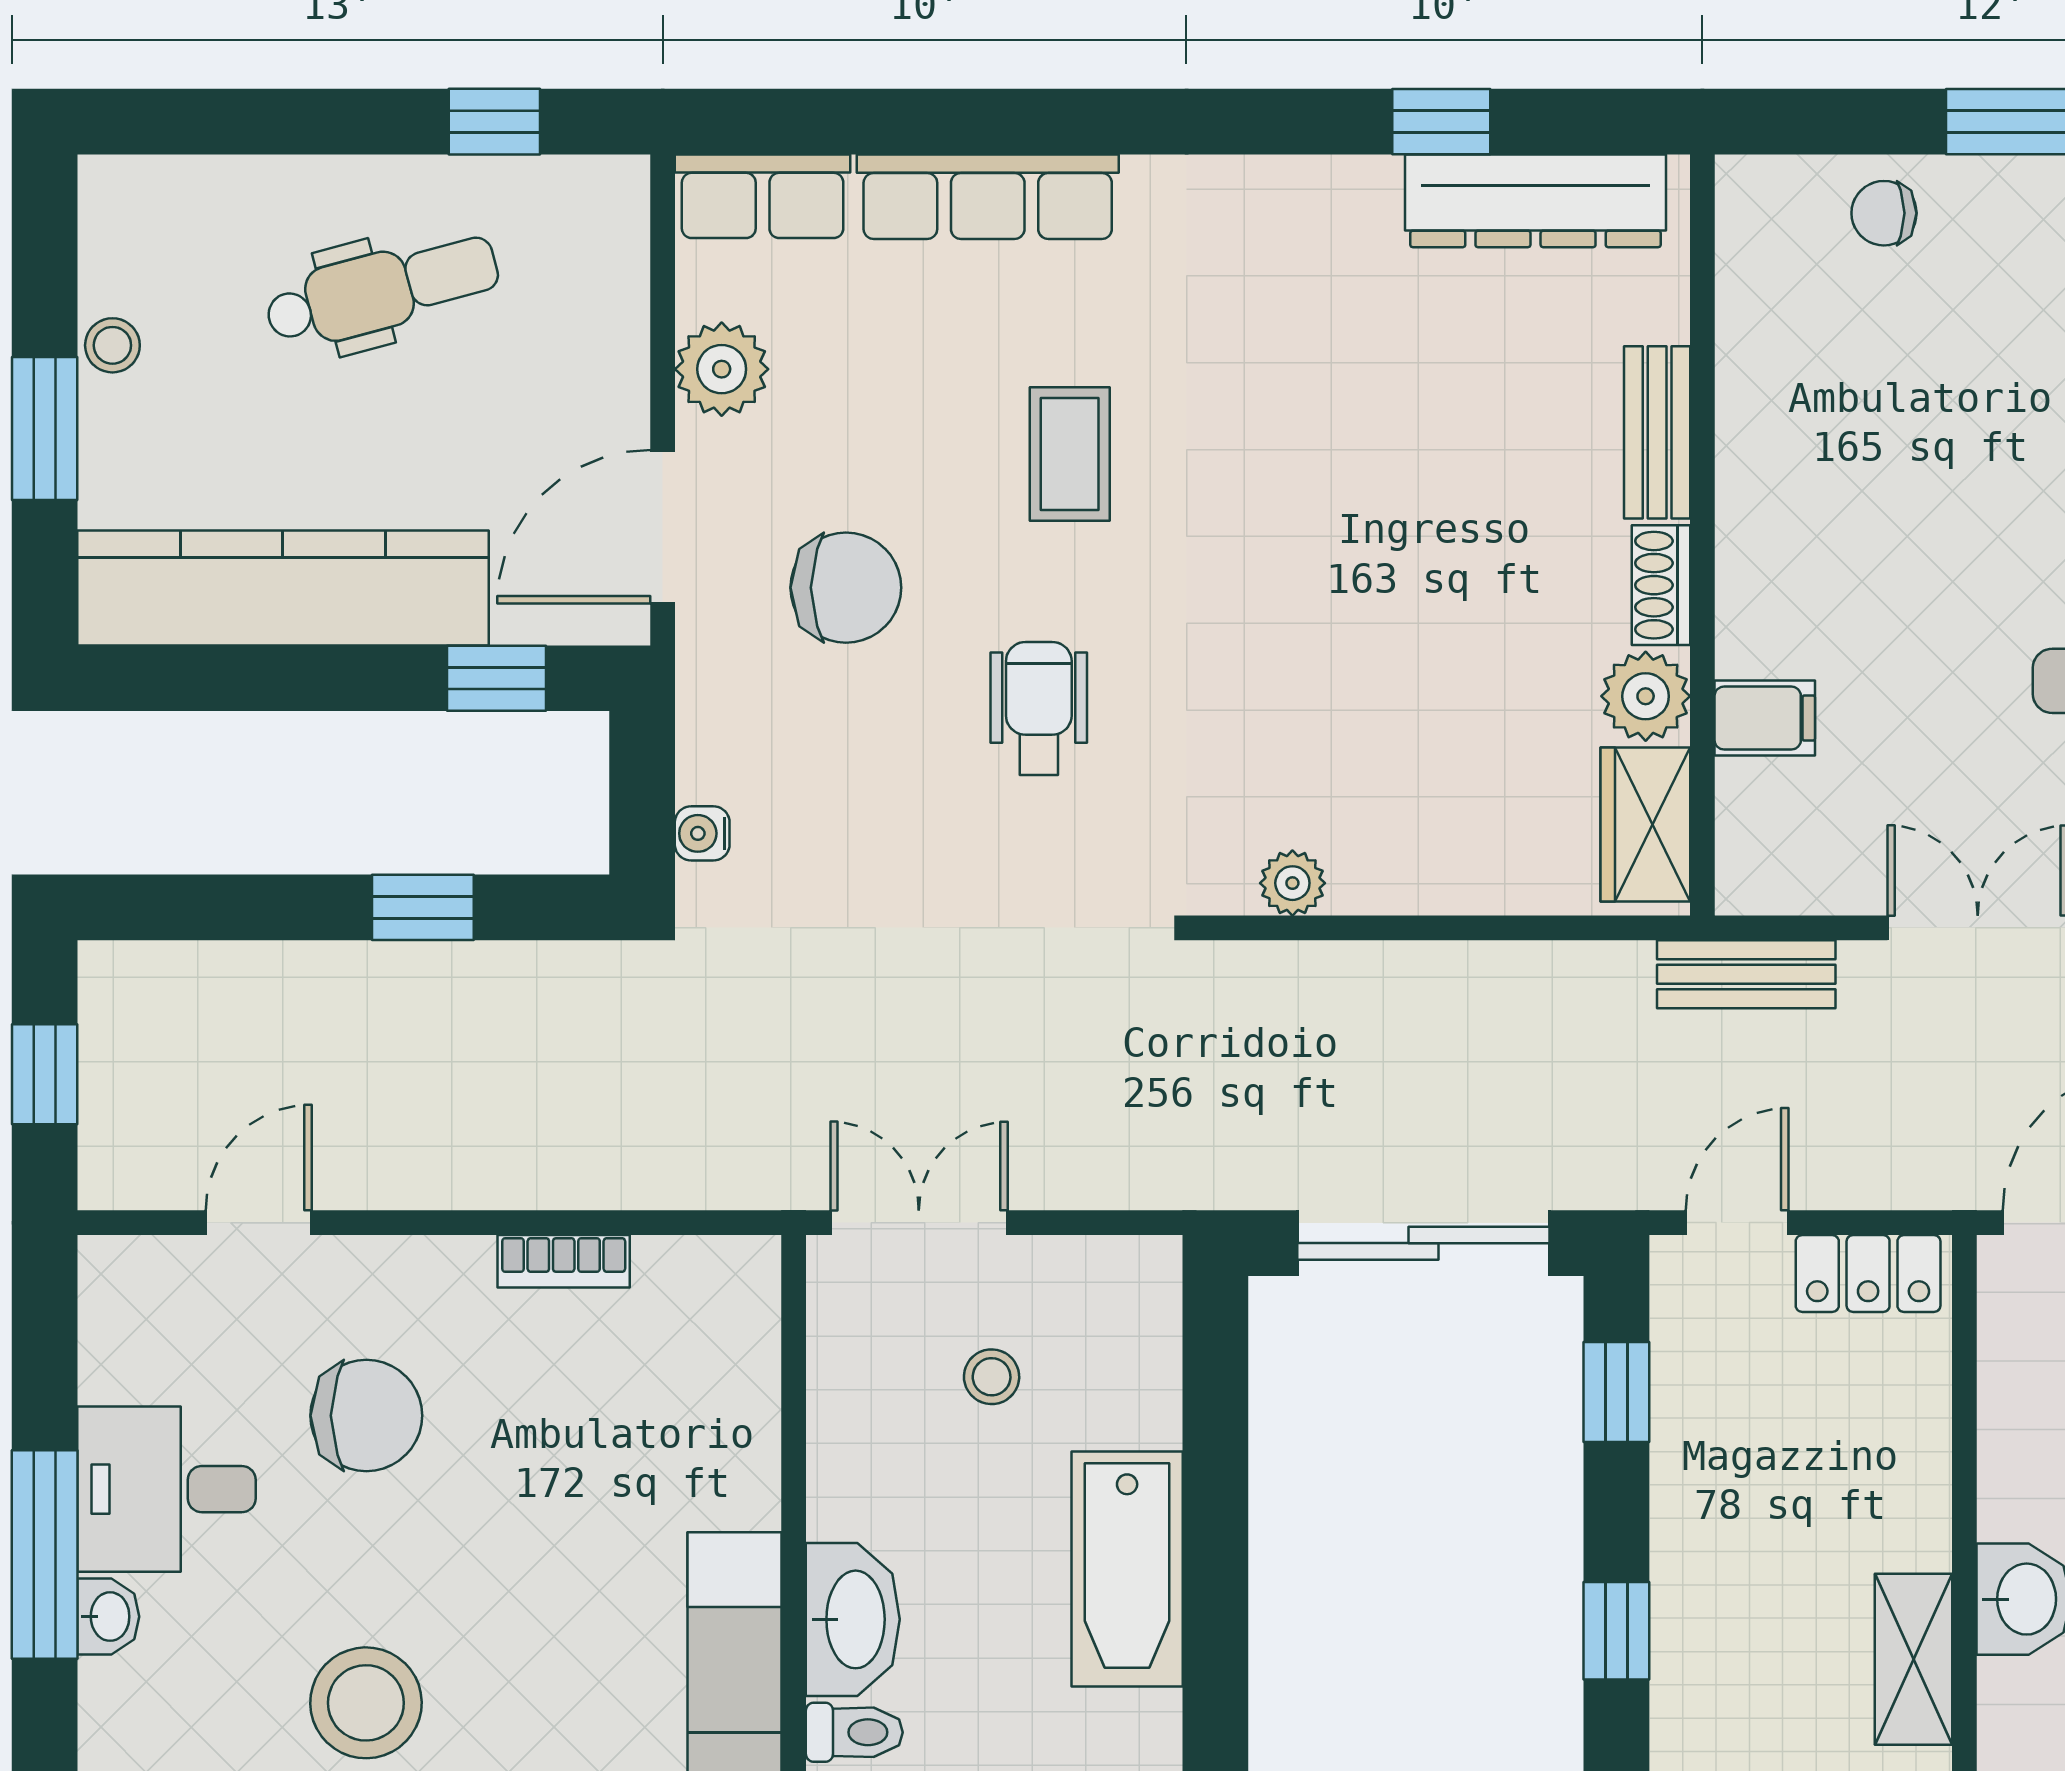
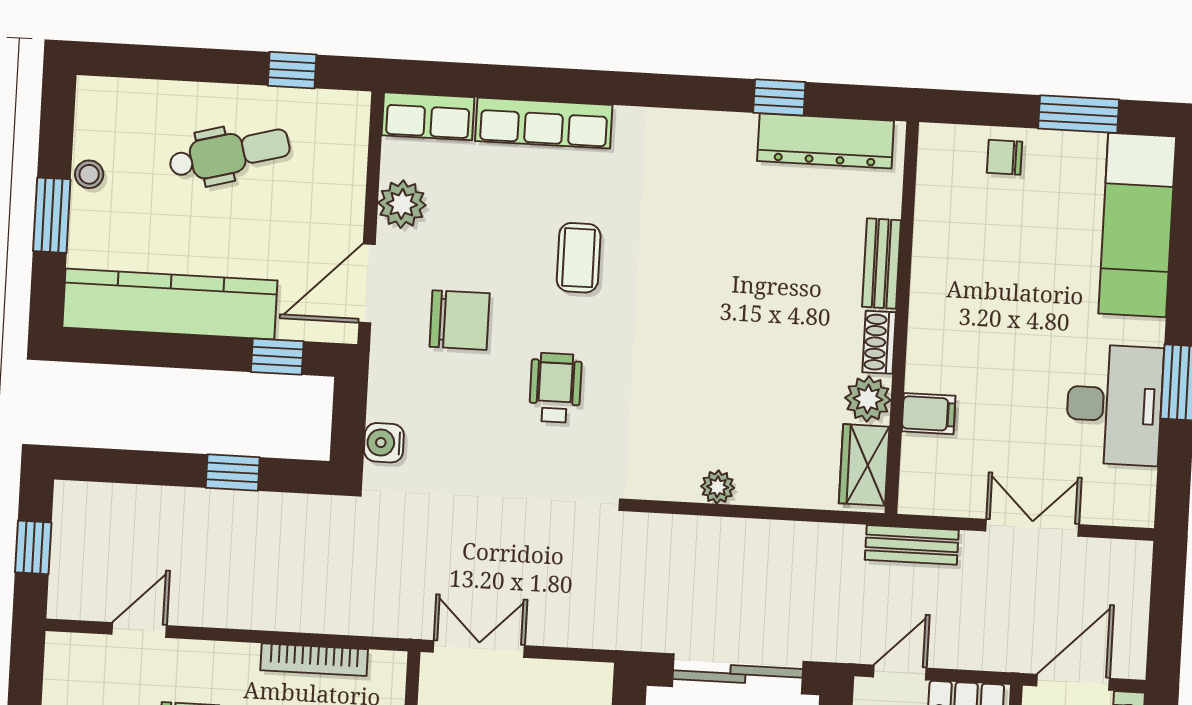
water cooler: (702, 833) -> (384, 443), width x1.38, depth x1.38
plant: (1292, 883) -> (718, 487), moved
bookcase: (564, 1261) -> (314, 660), width x1.56

